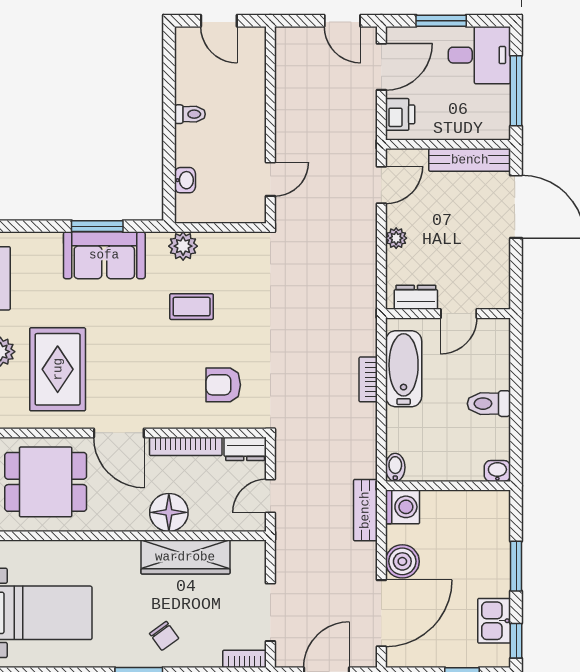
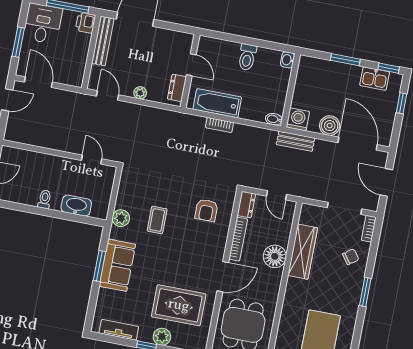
printer: (400, 114) -> (86, 23), moved, turned -90
washbasin: (185, 180) -> (76, 206), width x1.91, depth x1.45
chair: (164, 636) -> (351, 257), moved

